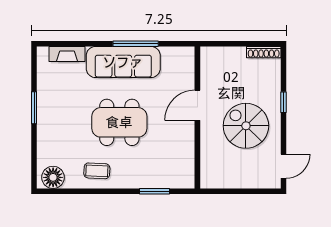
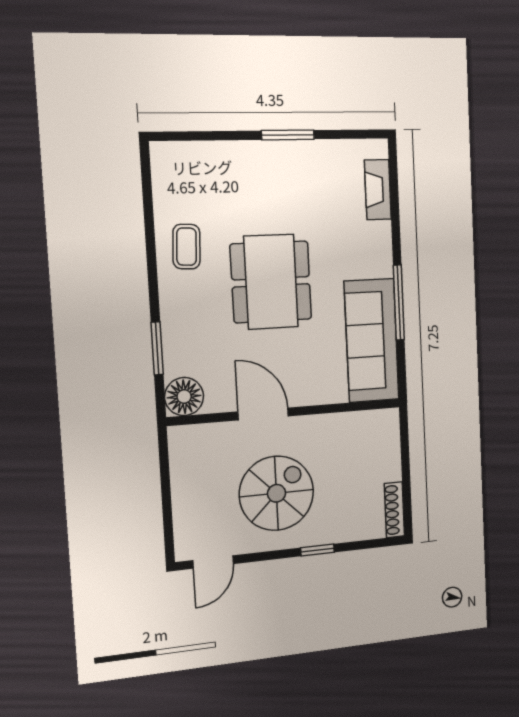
sofa: (123, 62) -> (372, 341), moved
door: (197, 105) -> (263, 414), moved
door: (283, 166) -> (213, 562), hinge flipped
floor lamp: (53, 177) -> (184, 397), moved

